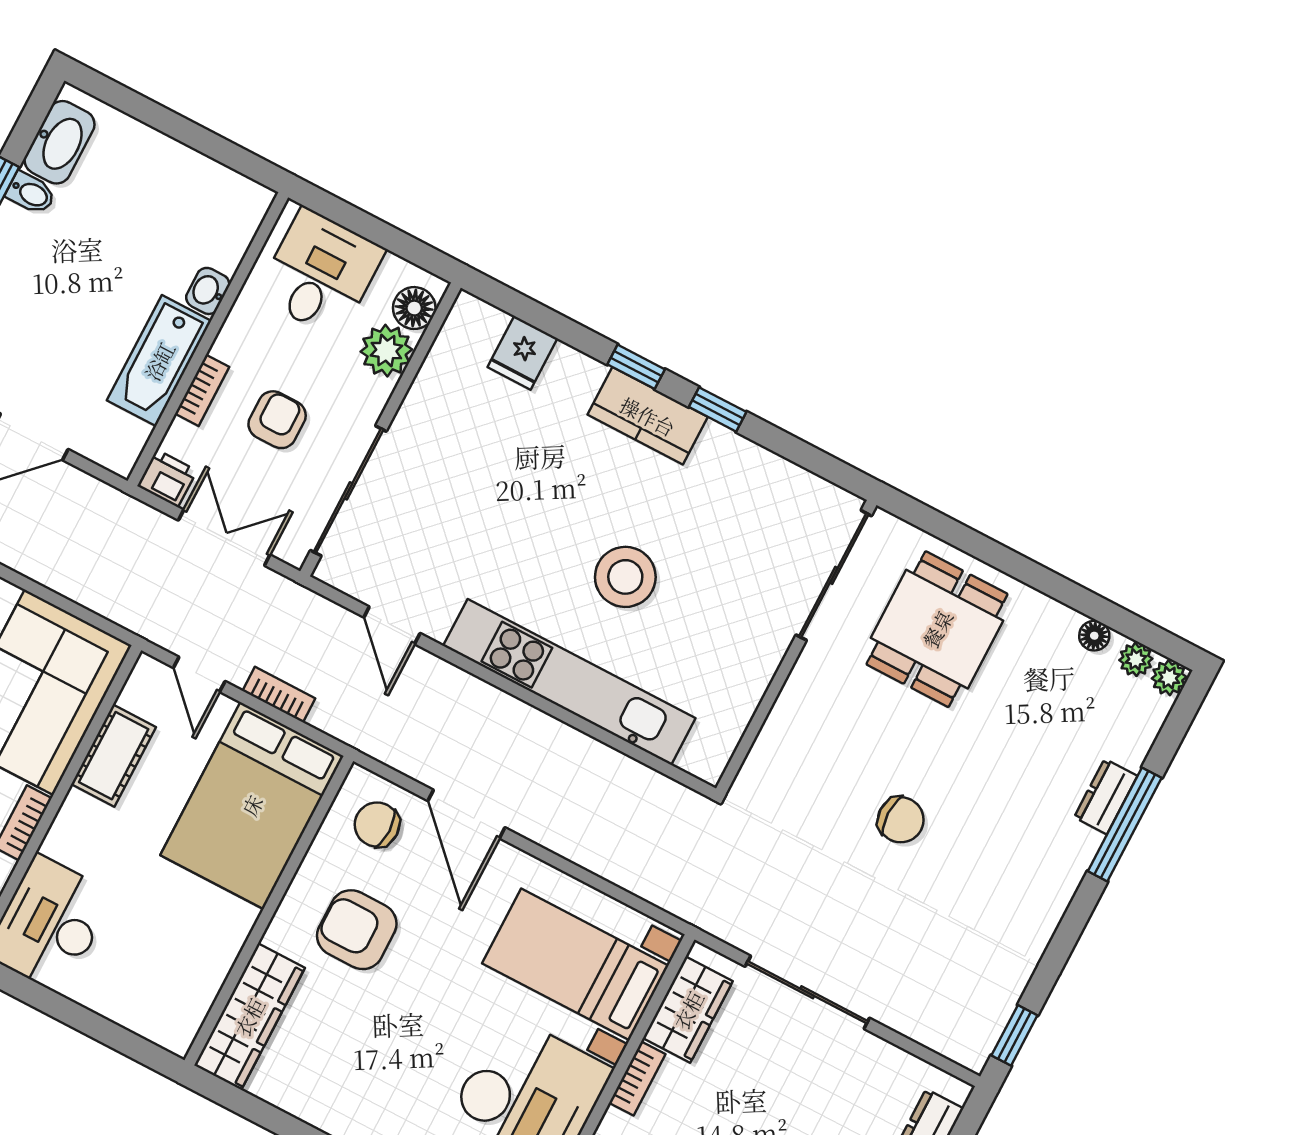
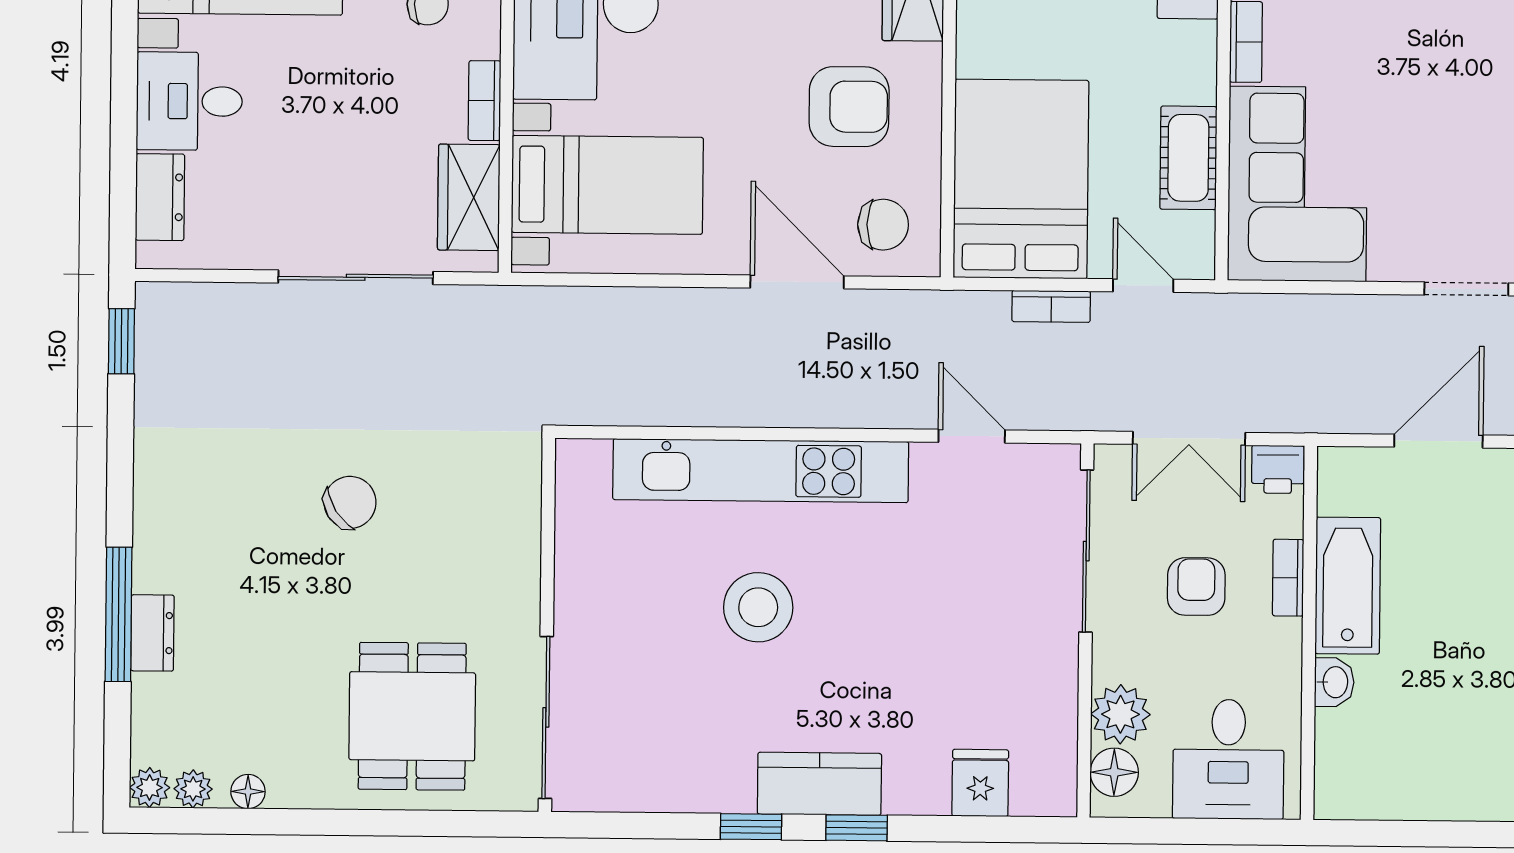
armchair: (277, 420) -> (1196, 587), turned 180
chair: (901, 820) -> (350, 502), turned 147

